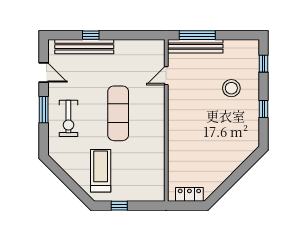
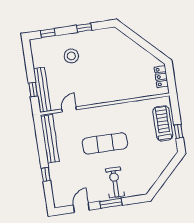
window: (197, 35) -> (33, 90), width x0.46
bench: (84, 47) -> (50, 139), moved
door: (166, 76) -> (69, 109), swing flipped
exercise bike: (68, 118) -> (115, 182), turned -90
treadmill: (101, 171) -> (163, 123), moved, turned 90

